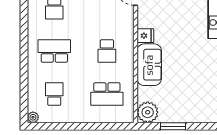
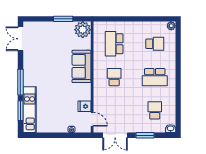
fridge: (145, 36) -> (84, 106), moved
school desk: (54, 94) -> (155, 44), turned -90
school desk: (107, 94) -> (114, 44), turned -90

